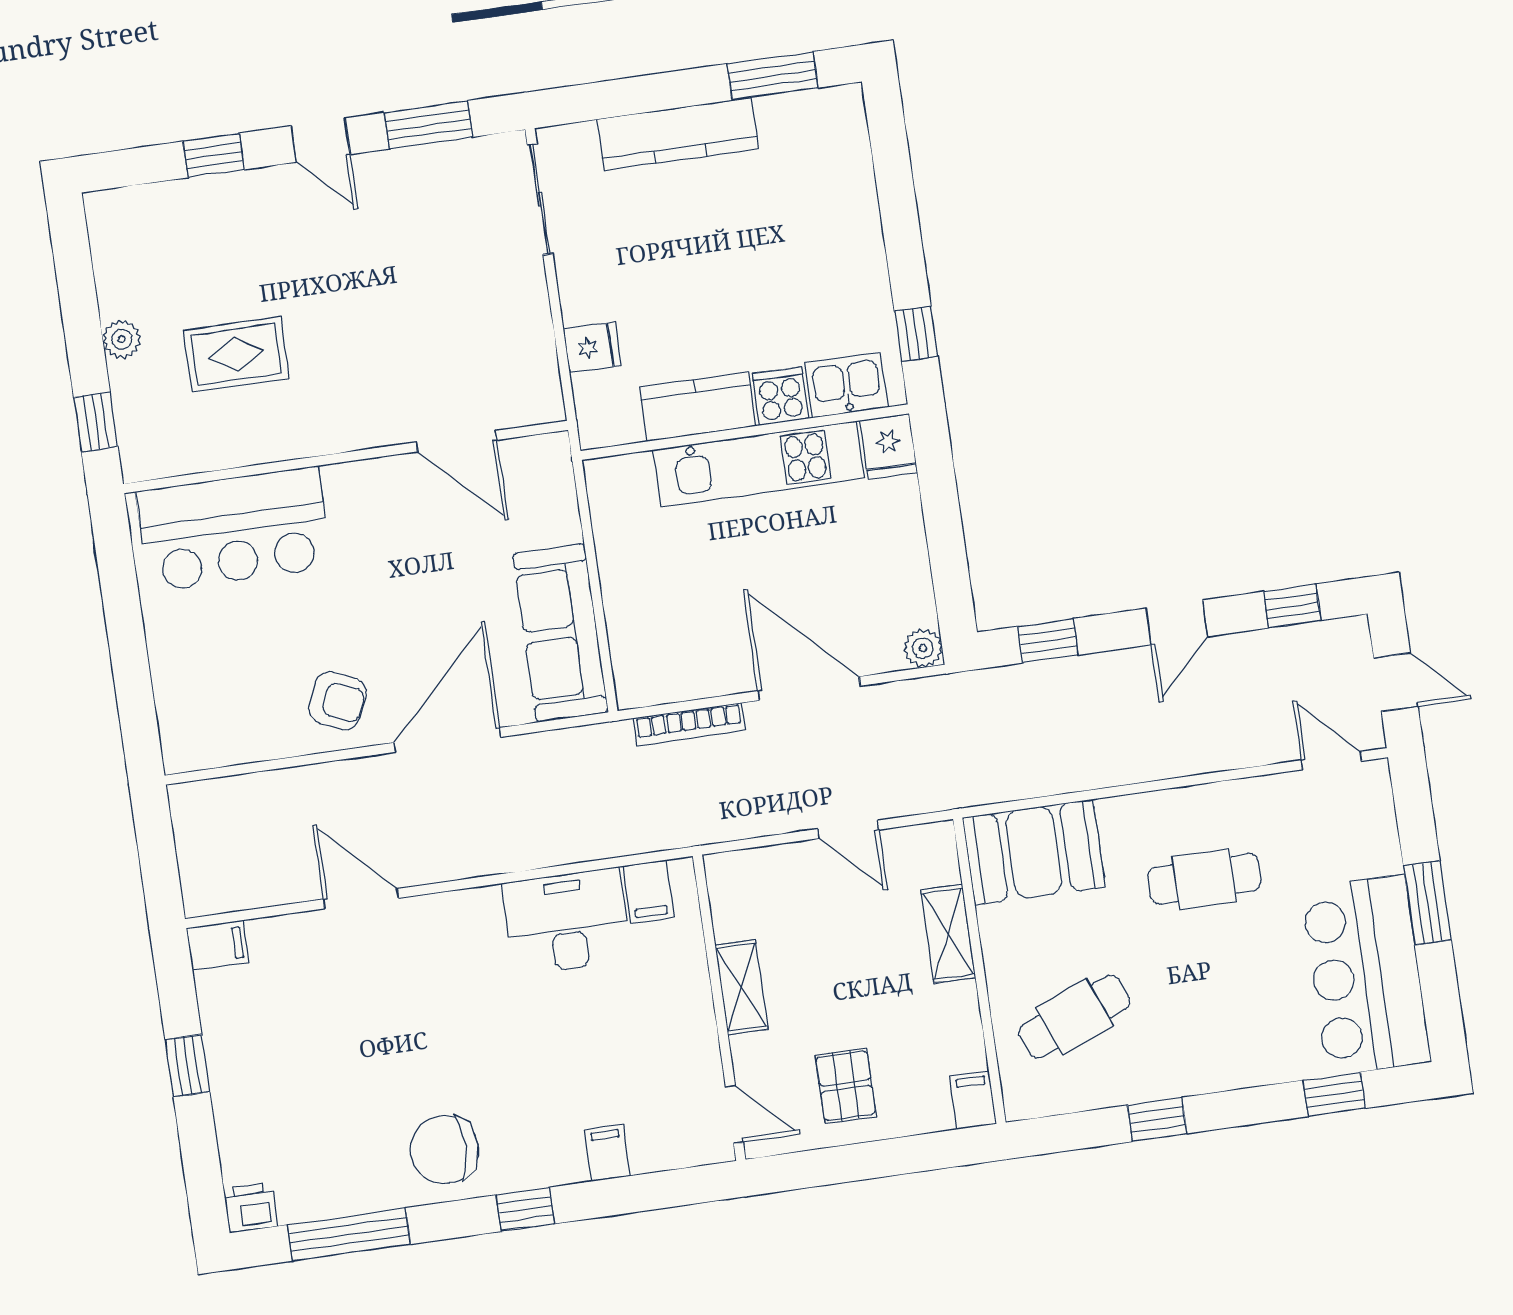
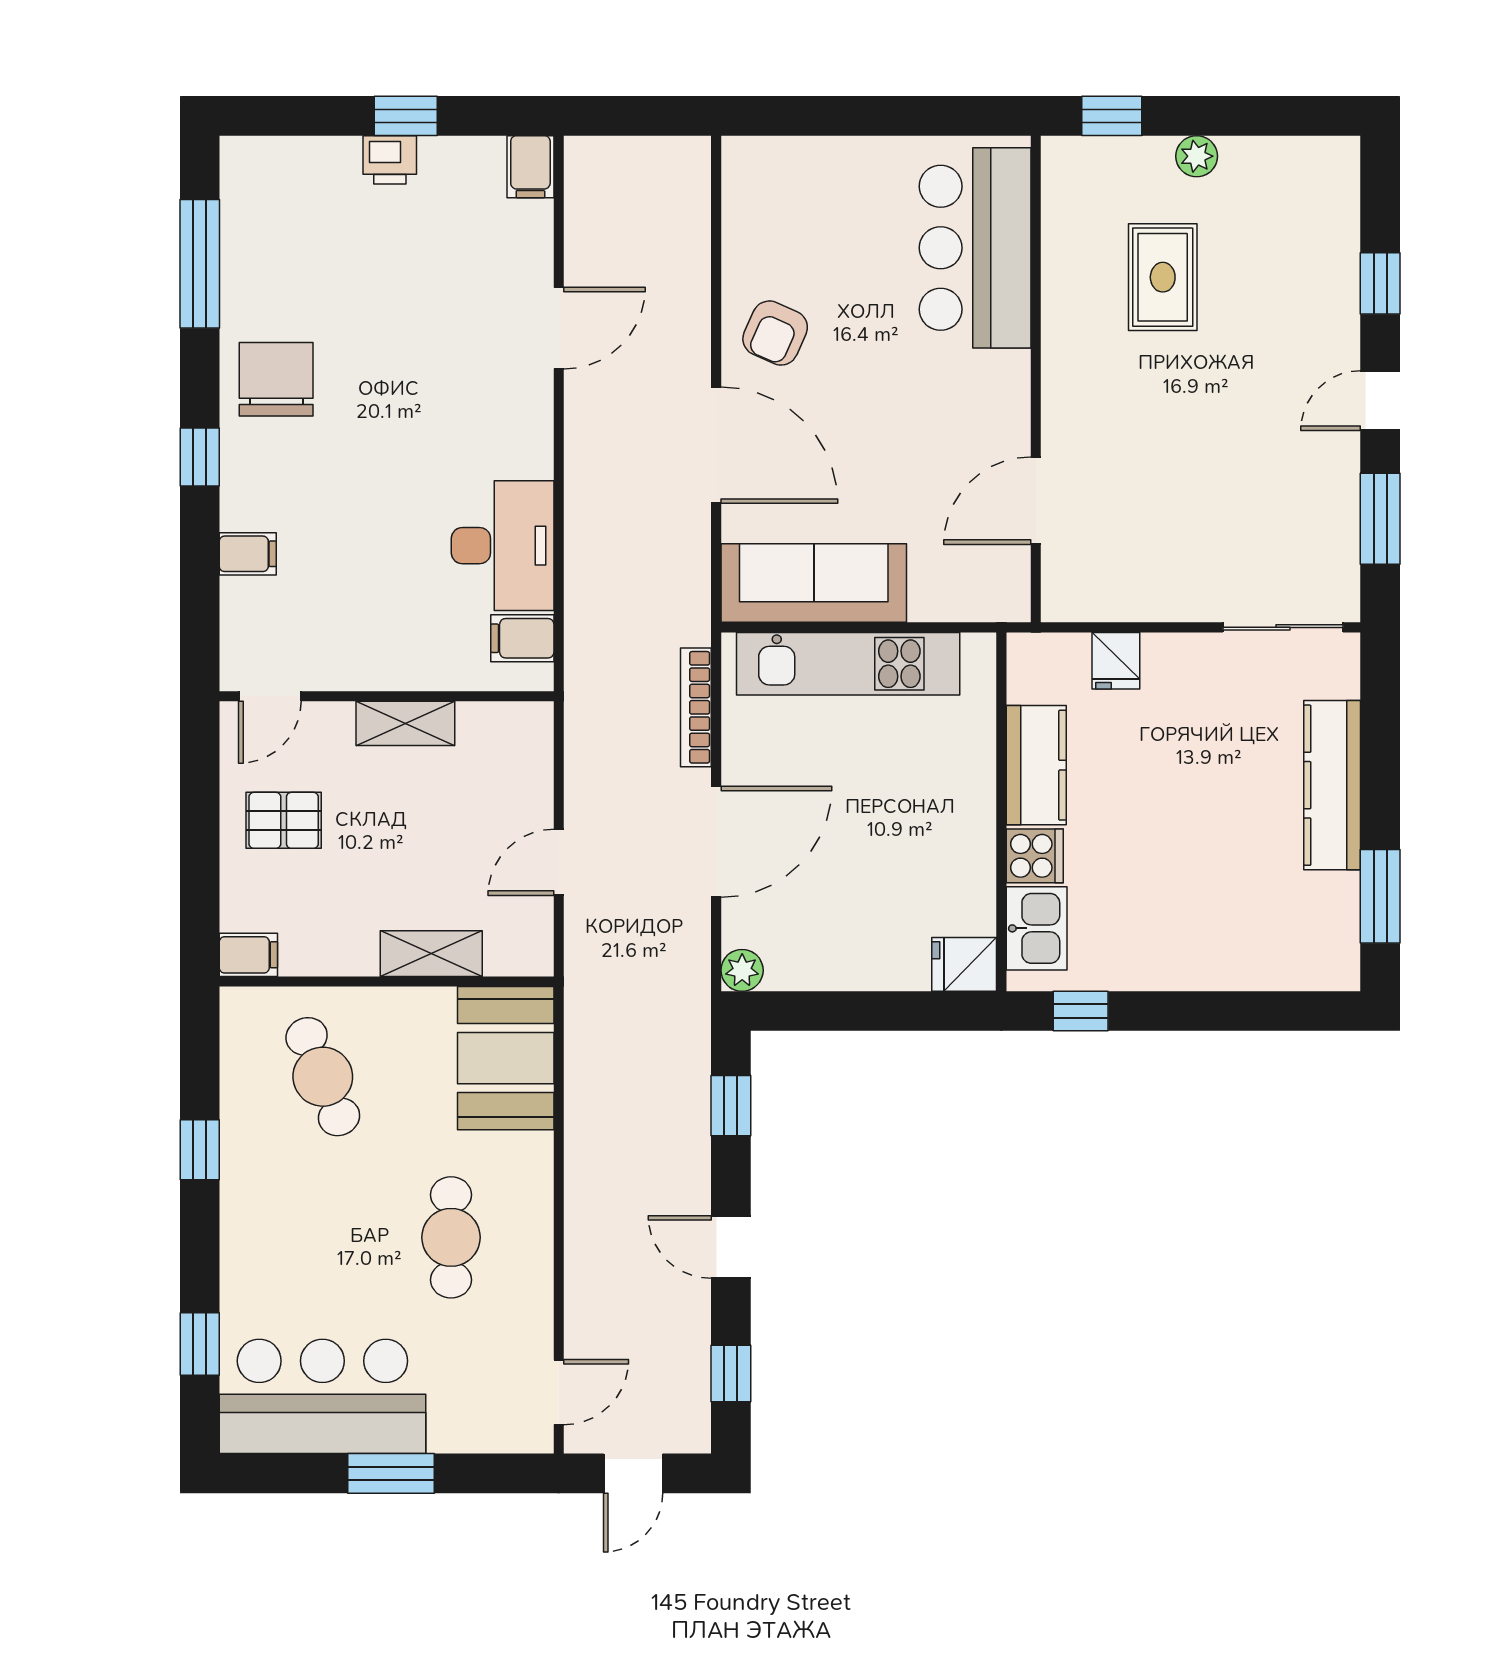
kitchen unit: (759, 464) -> (848, 664), moved, turned -90
printer: (251, 1208) -> (390, 160), moved, turned 90

